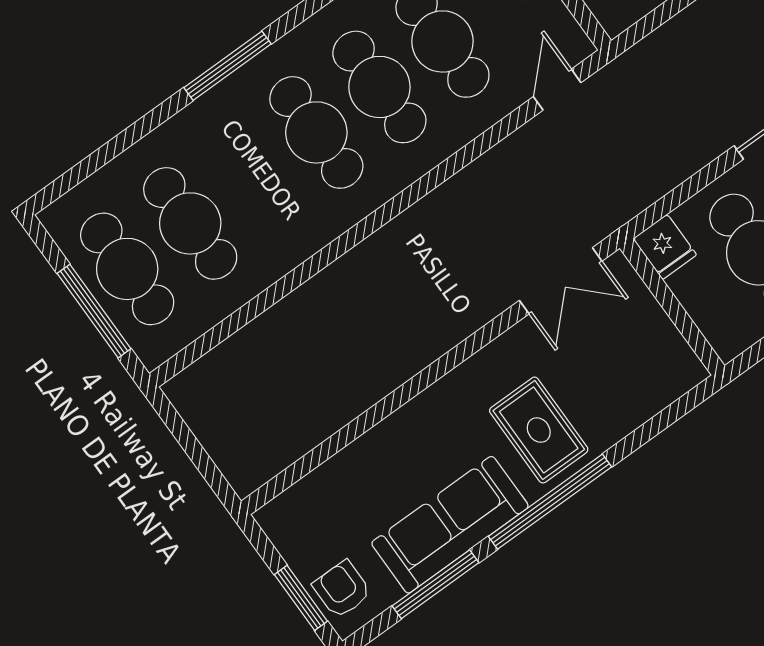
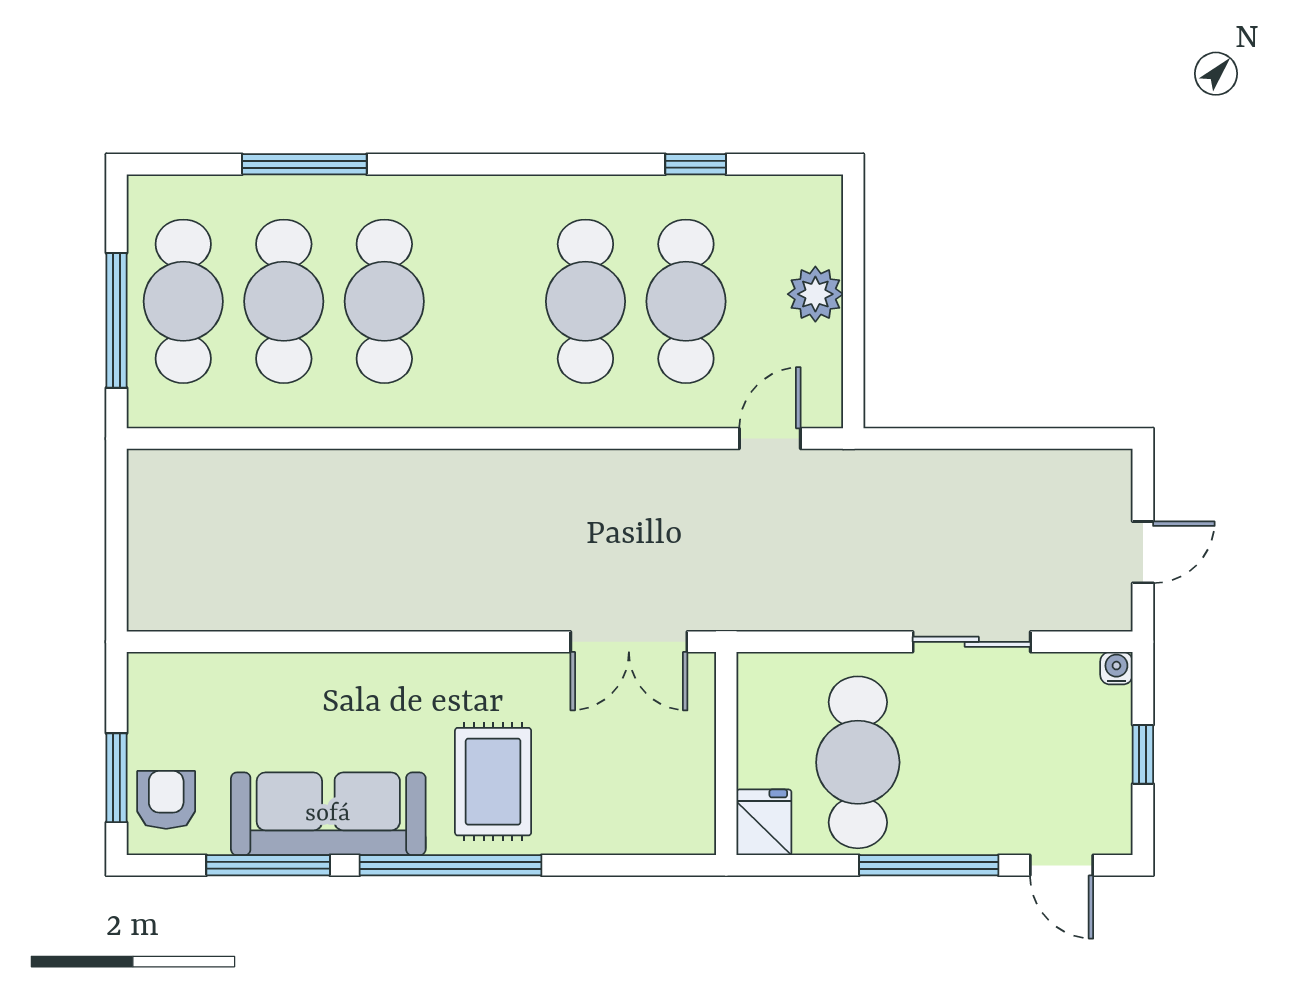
window: (228, 66) -> (304, 164), moved
cafe table: (316, 132) -> (384, 301), moved
fridge: (665, 247) -> (764, 822), moved, turned 180

